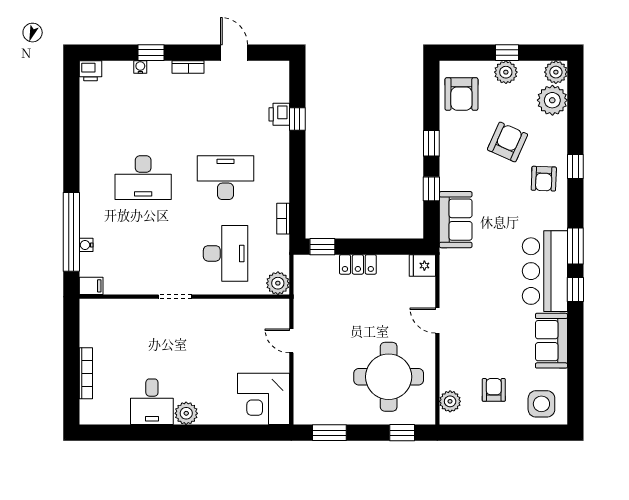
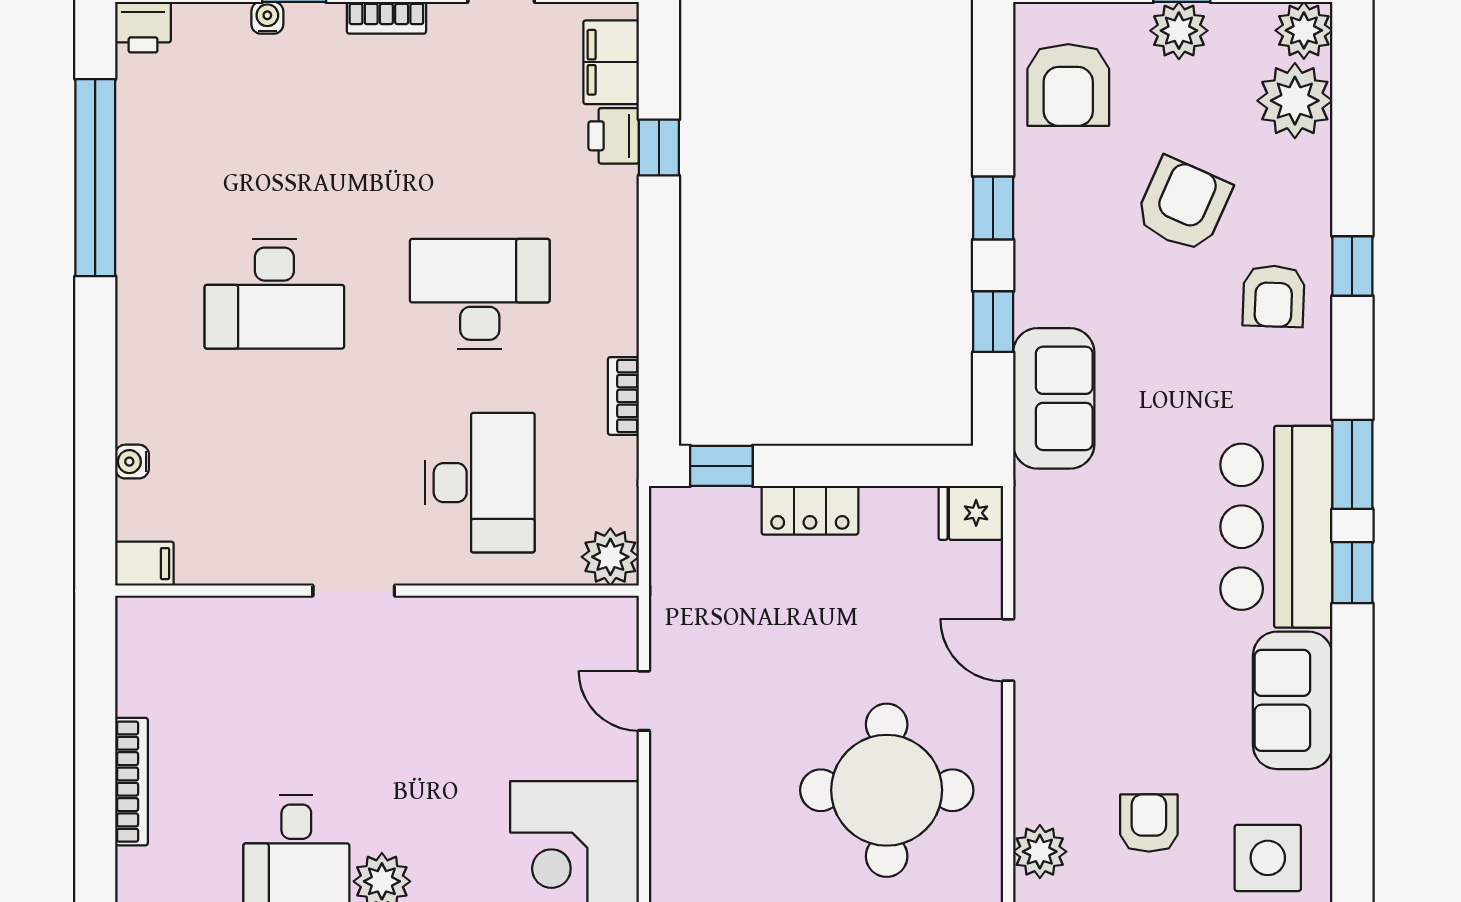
filing cabinet: (278, 85) -> (611, 62), added
window: (71, 232) -> (95, 178), moved

